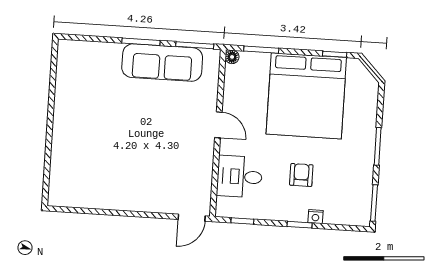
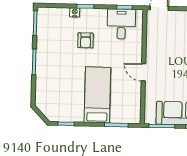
floor lamp: (232, 57) -> (136, 119), removed
bed: (306, 96) -> (97, 95), width x0.49
desk: (240, 177) -> (121, 24), moved, turned -90

